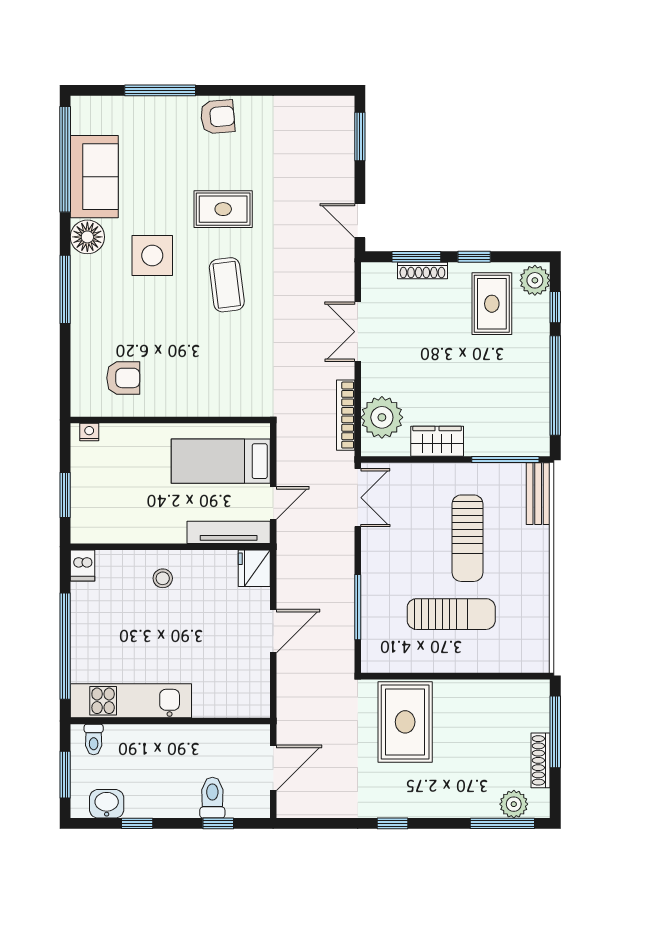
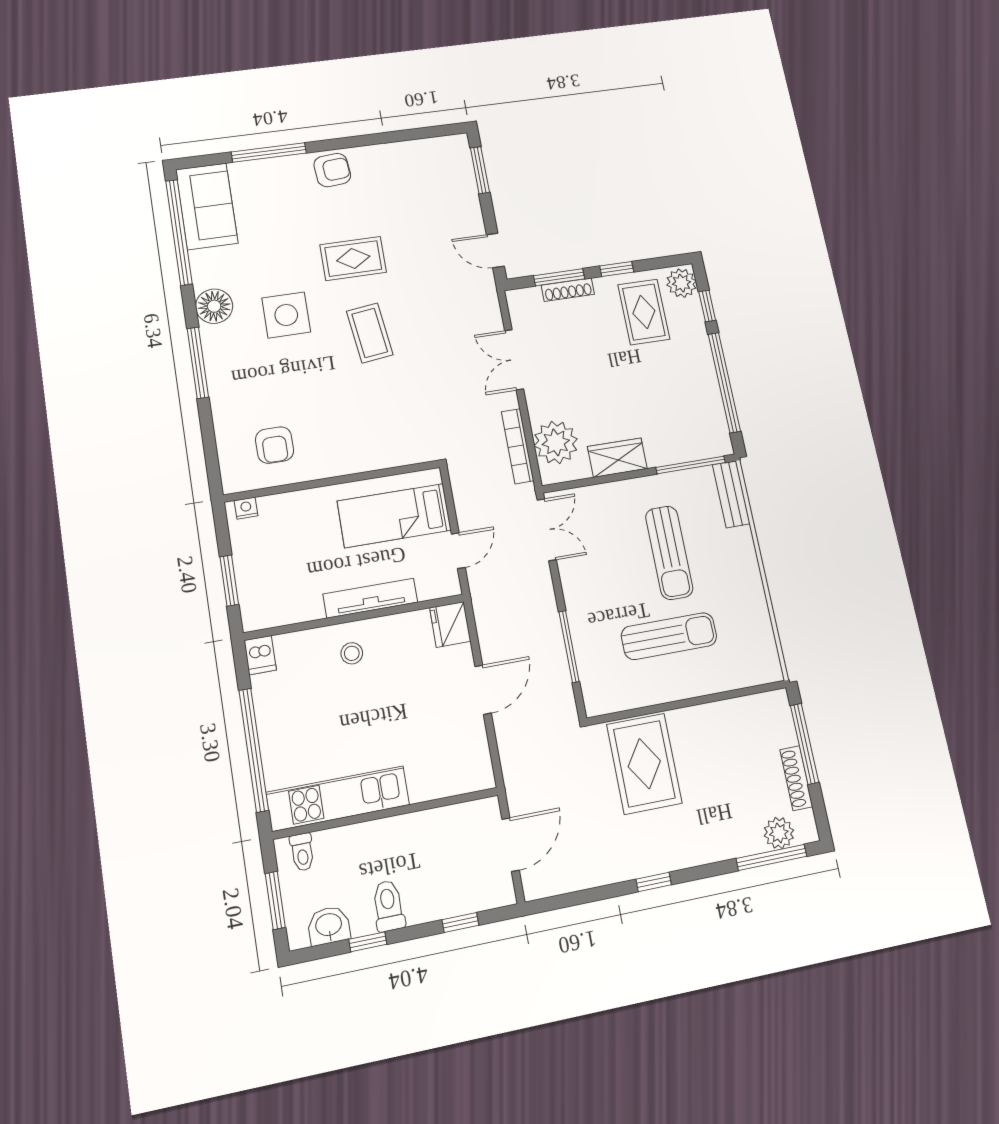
sofa: (94, 177) -> (207, 206), moved
armchair: (123, 378) -> (275, 445), turned 90
tv unit: (229, 532) -> (370, 598), moved
toilet: (212, 798) -> (388, 906), moved

